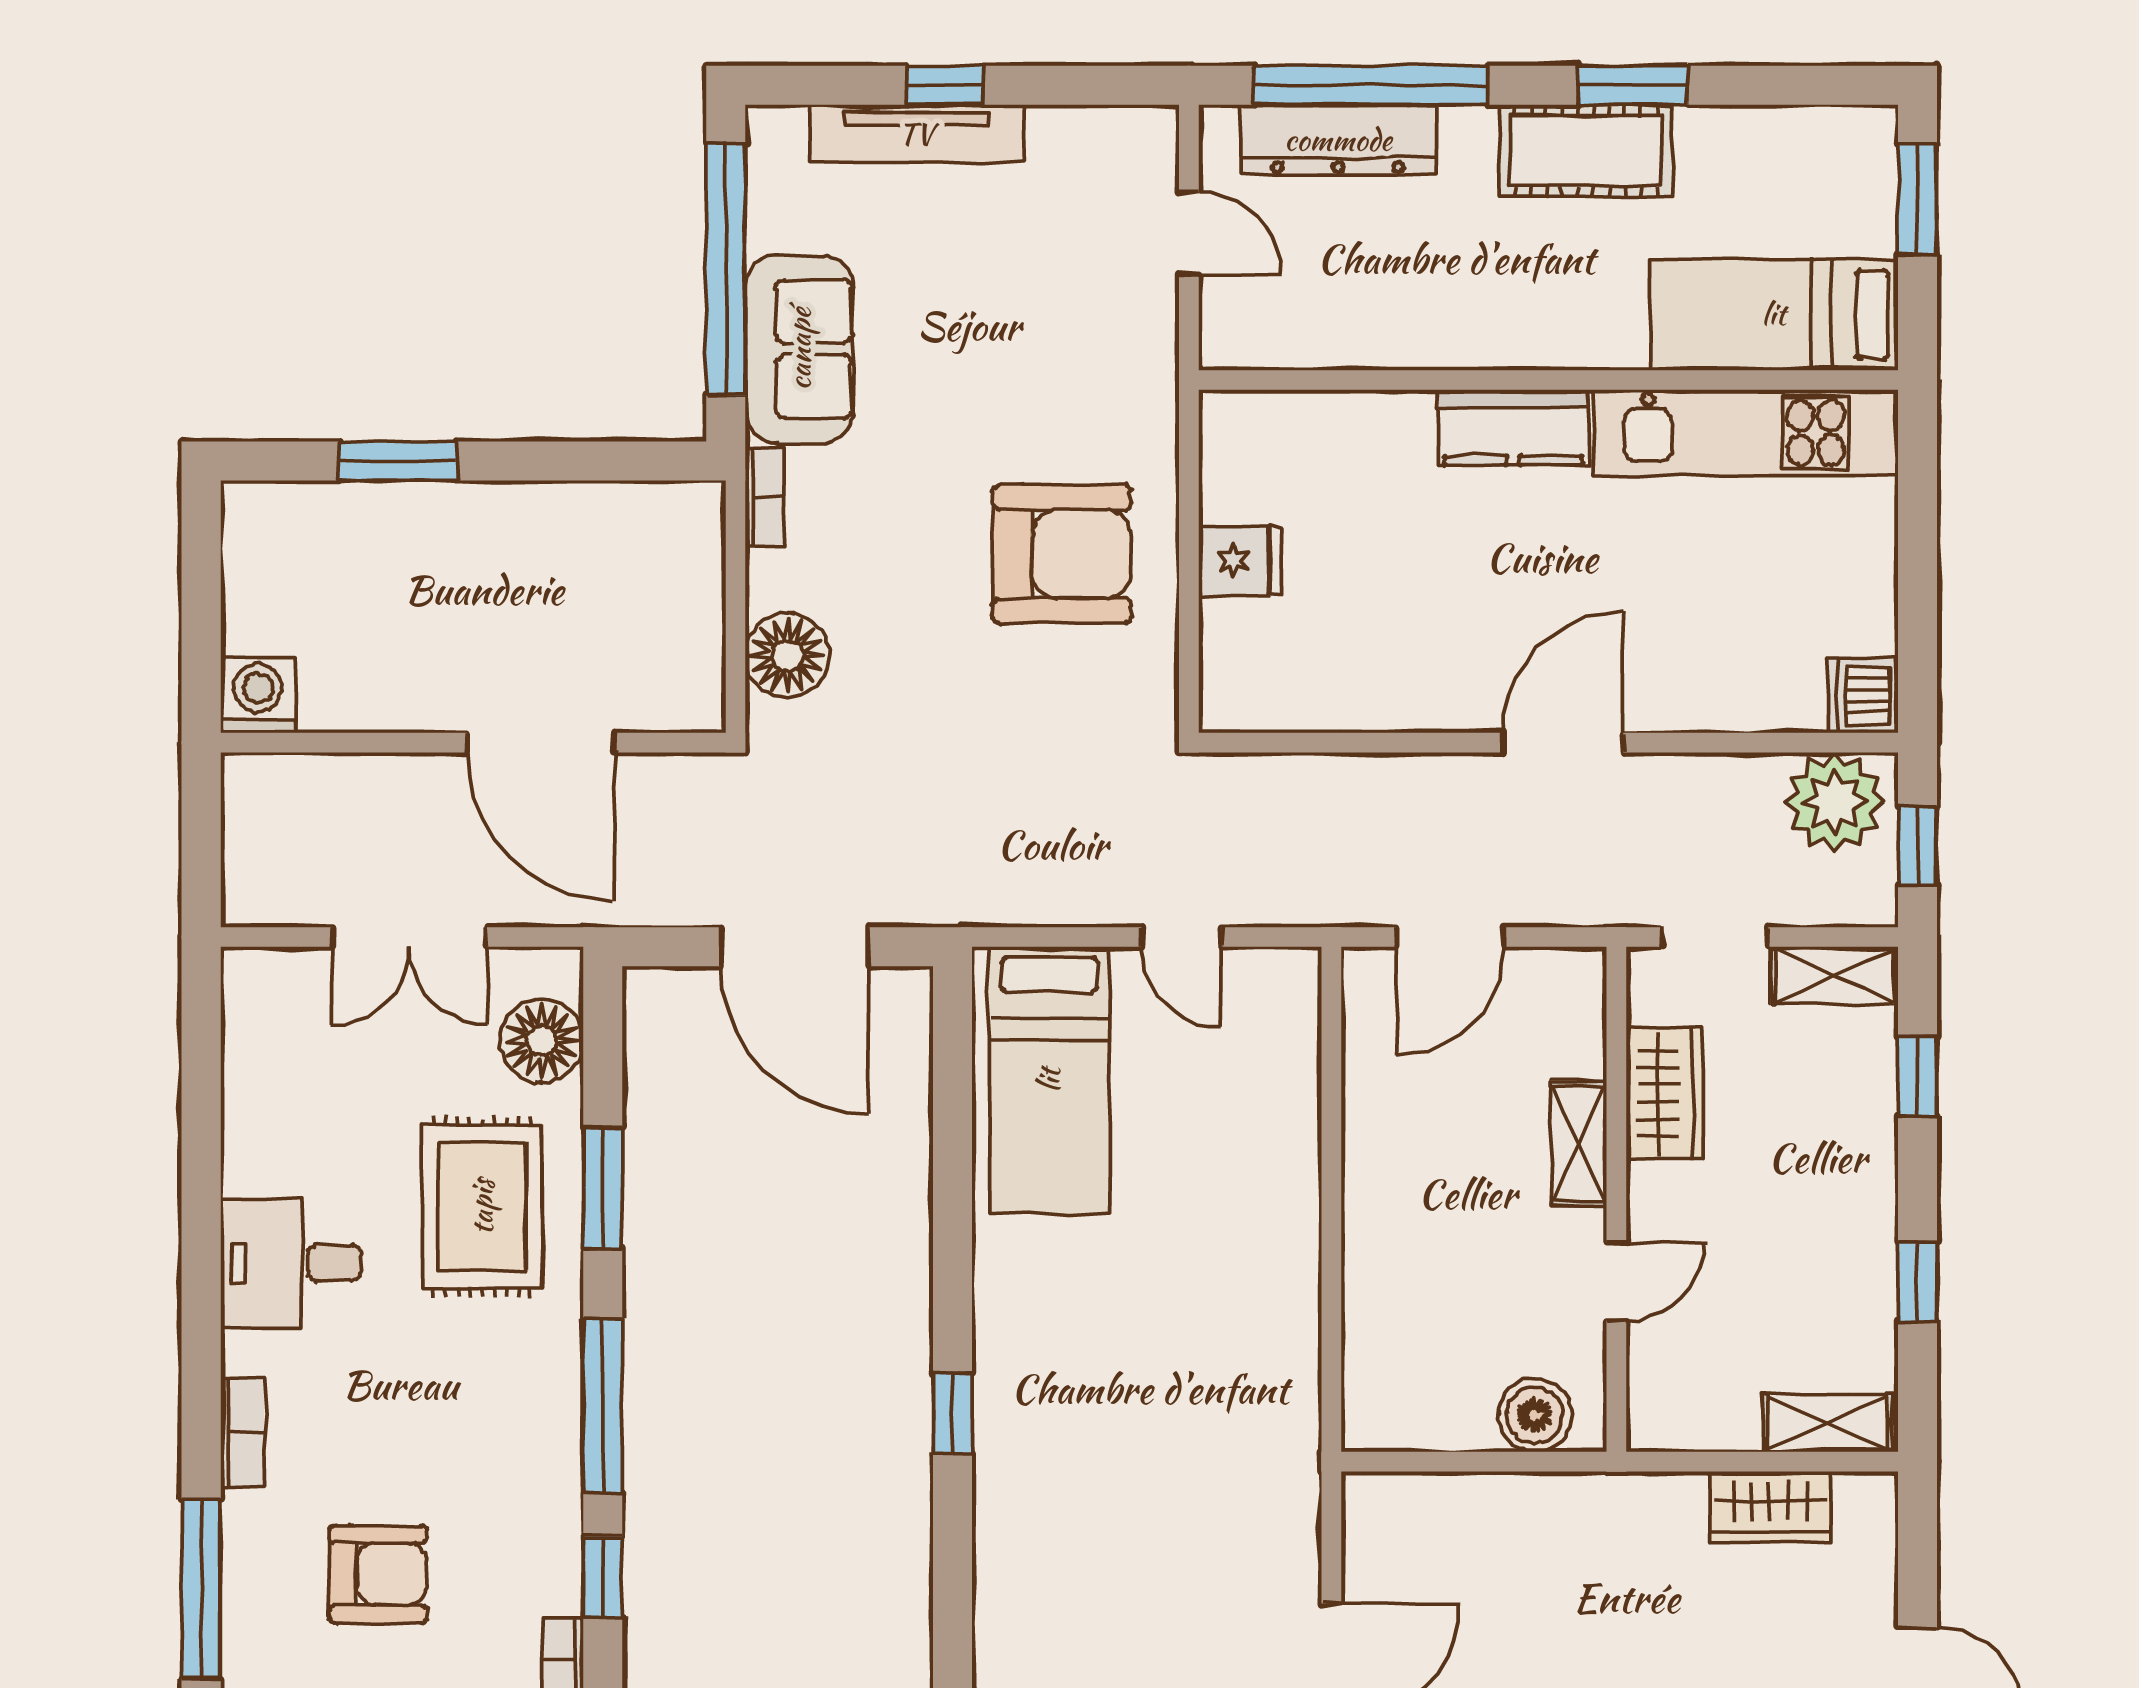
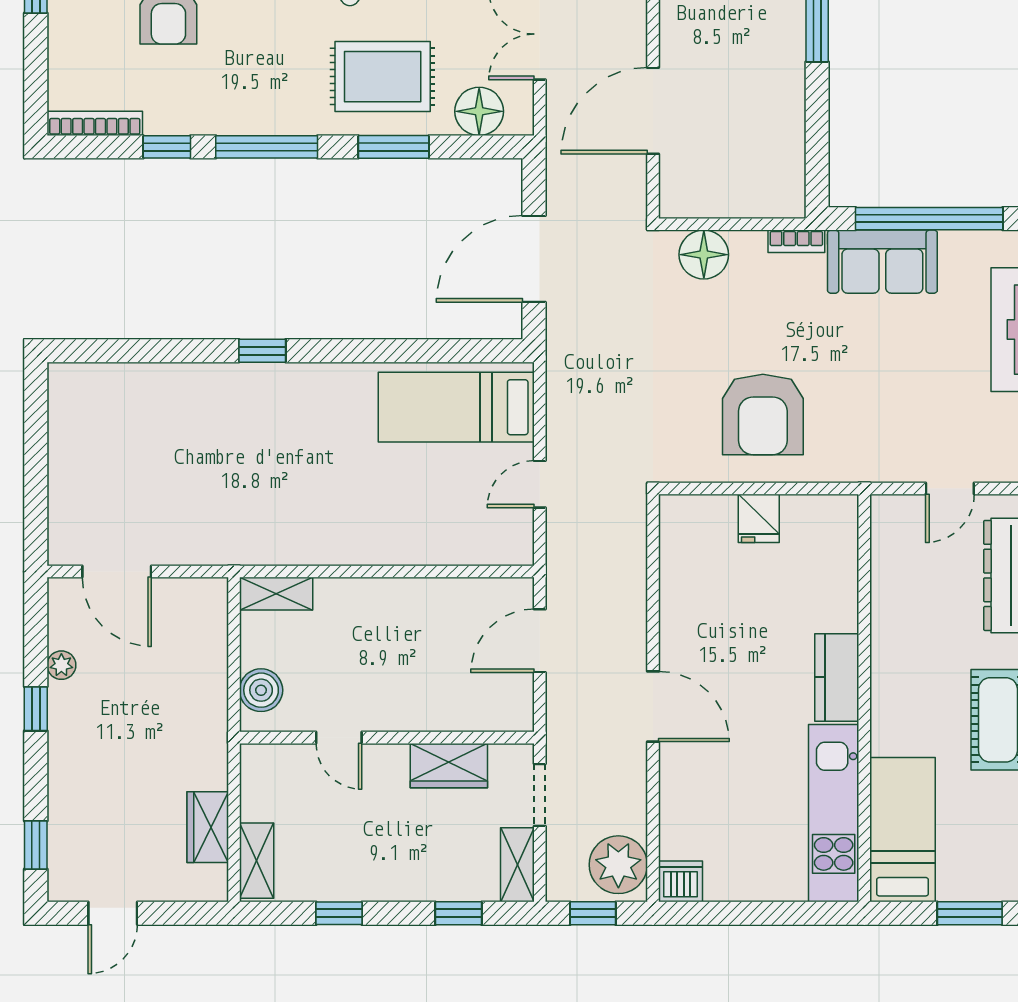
door: (1450, 937) -> (540, 641), hinge flipped
shelving: (1578, 1143) -> (276, 594), moved

